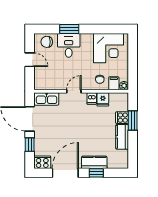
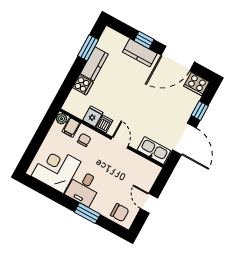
desk: (69, 45) -> (84, 188), moved
door: (74, 91) -> (120, 142), swing flipped
window: (133, 121) -> (88, 48), moved

